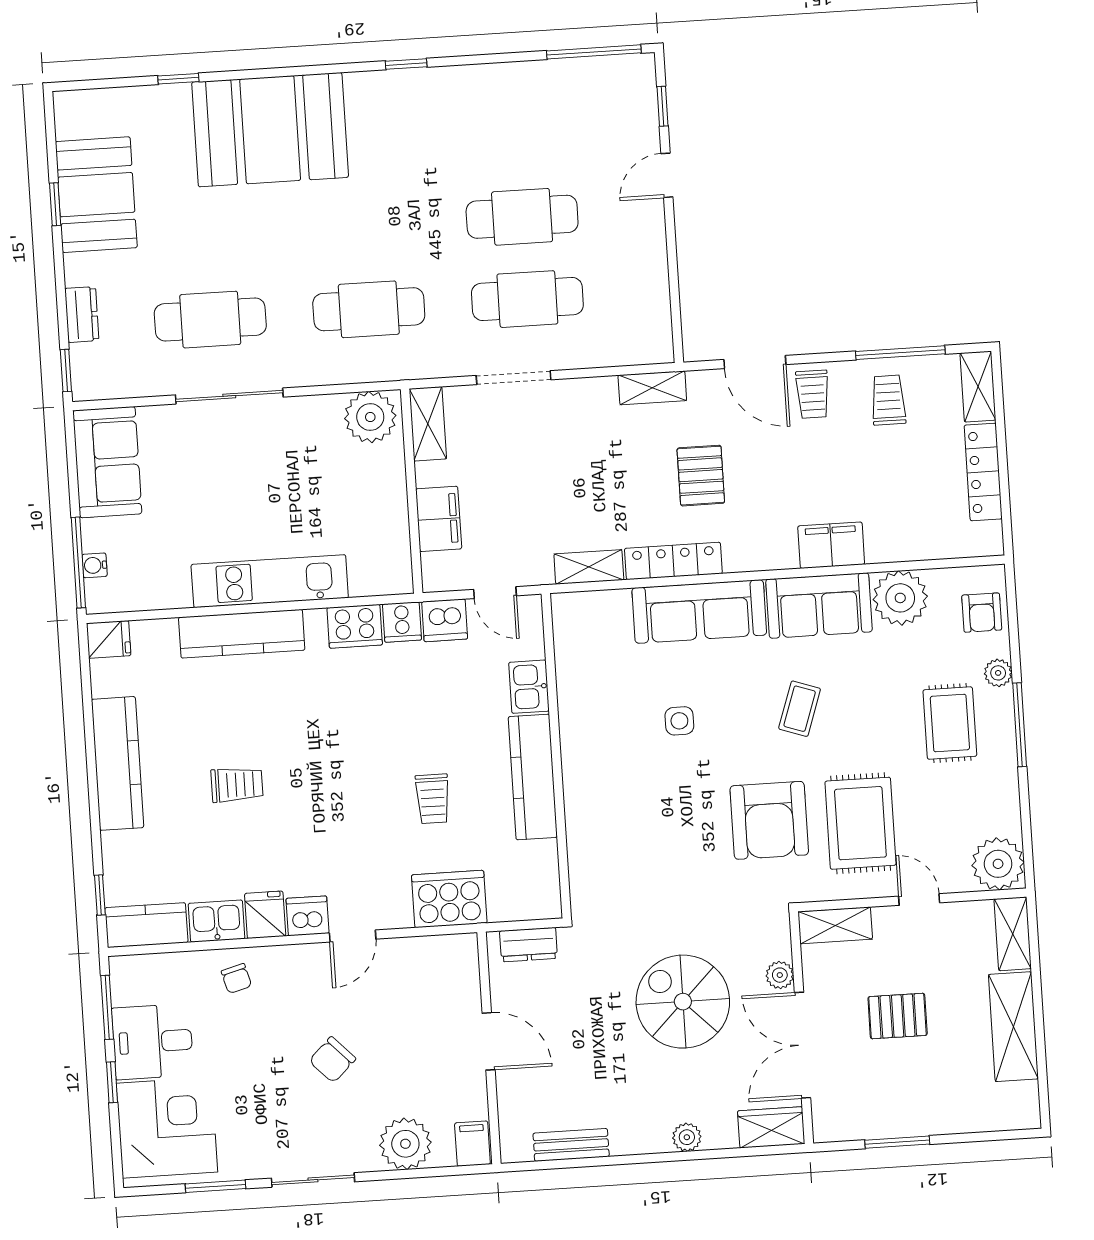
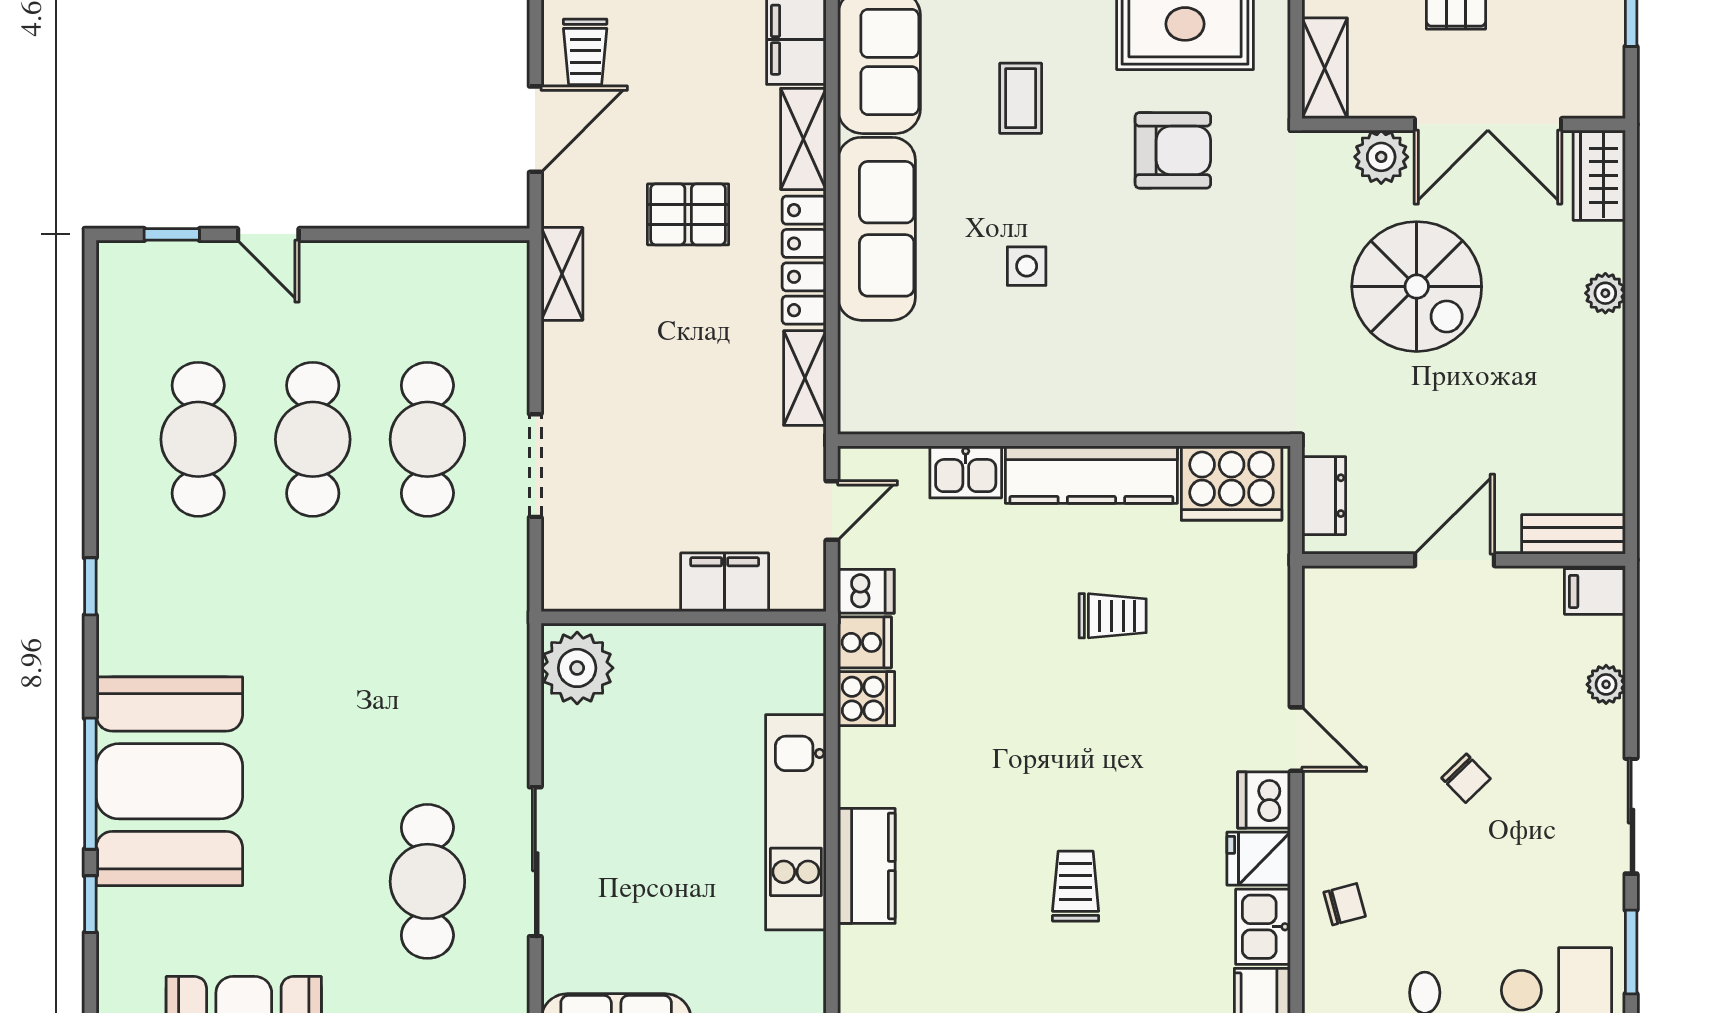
window: (594, 52) -> (90, 784), moved
cafe table: (369, 309) -> (198, 439), moved
trolley: (813, 394) -> (585, 52), turned 90
shelving: (428, 424) -> (803, 139), moved, turned 90
dishwasher: (445, 620) -> (866, 591), width x0.73
cooker: (355, 626) -> (866, 699), width x0.73
kitchen counter: (242, 634) -> (866, 866), width x0.67
coffee table: (800, 709) -> (1021, 98), turned 71
armchair: (769, 820) -> (1173, 150), width x0.73, depth x0.73
cooker: (449, 899) -> (1232, 483), moved, turned -90
plant: (780, 975) -> (1381, 157), width x1.38, depth x1.38
spiral stairs: (683, 1002) -> (1417, 287), turned -90
chair: (332, 1060) -> (1466, 778), width x0.73, depth x0.73
plant: (405, 1144) -> (1606, 684), width x0.53, depth x0.53
bench: (571, 1145) -> (1574, 534), moved, turned 90

